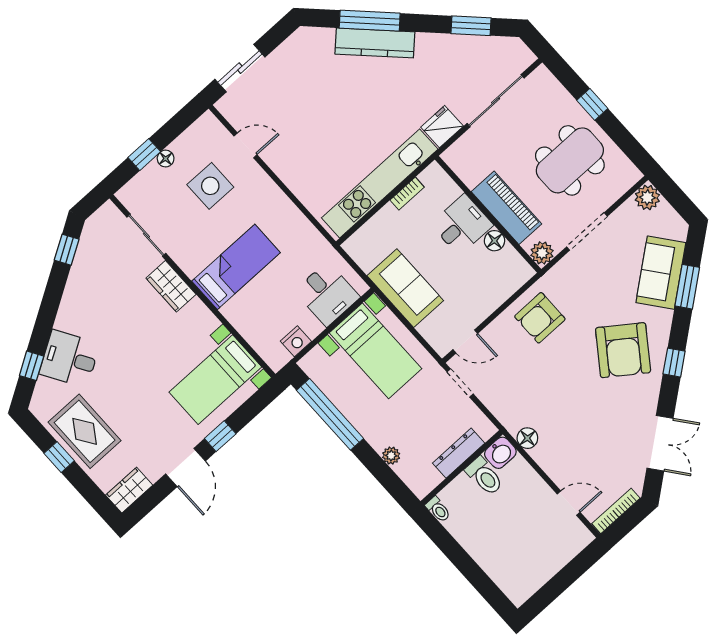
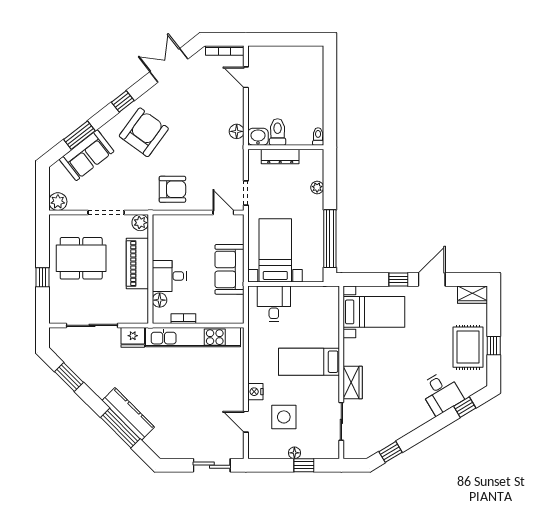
floor lamp: (495, 241) -> (160, 300), moved
nightstand: (296, 341) -> (255, 392), moved, turned -90

